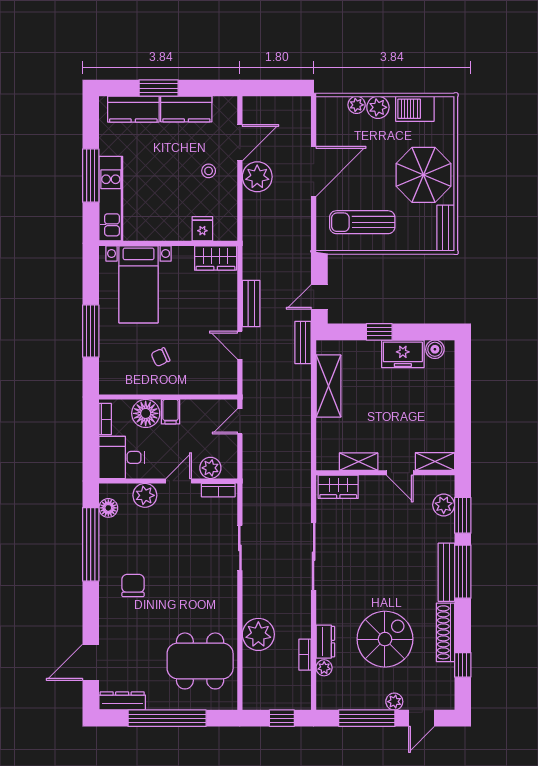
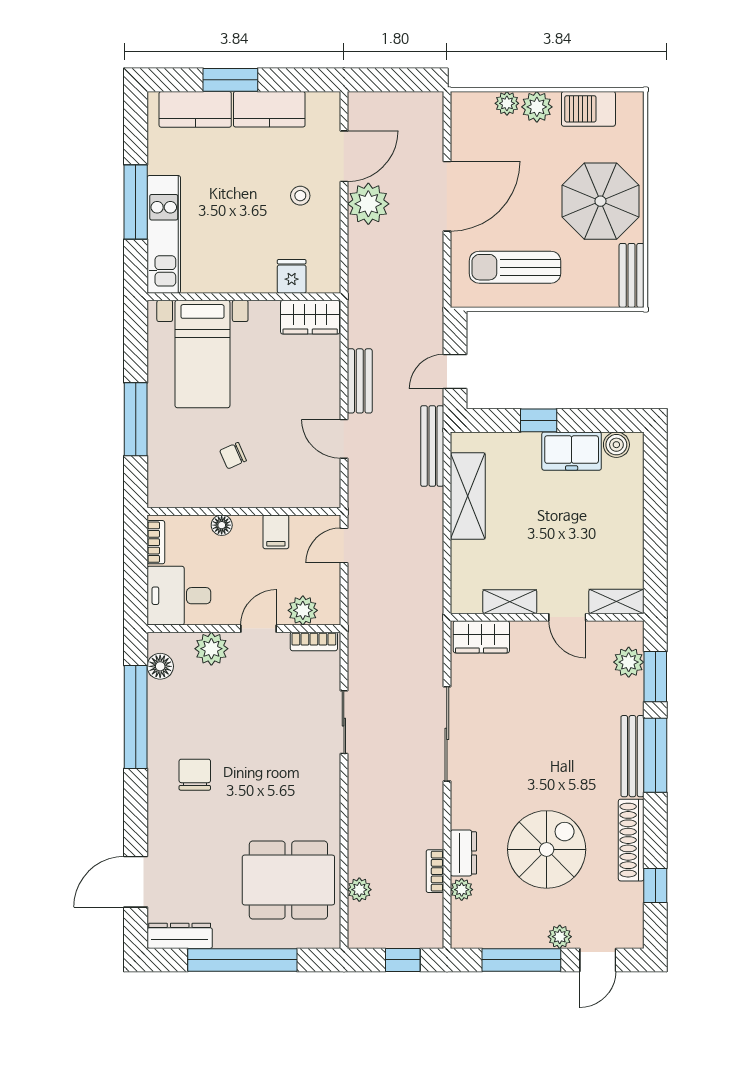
bench: (303, 342) -> (432, 446), width x1.36
filing cabinet: (171, 412) -> (276, 532), moved
floor lamp: (146, 413) -> (222, 525), width x0.53, depth x0.53
plant: (258, 634) -> (359, 890), moved, width x0.53, depth x0.53

